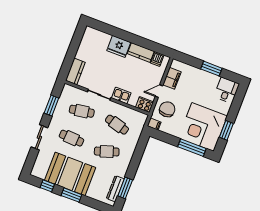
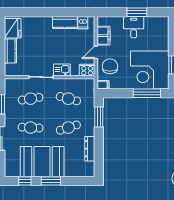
fridge: (119, 46) -> (13, 28), moved, turned -90
kitchen counter: (75, 71) -> (10, 51), moved
desk: (227, 90) -> (134, 27), moved
window: (125, 188) -> (99, 117), moved
dresser: (115, 189) -> (90, 149), moved

